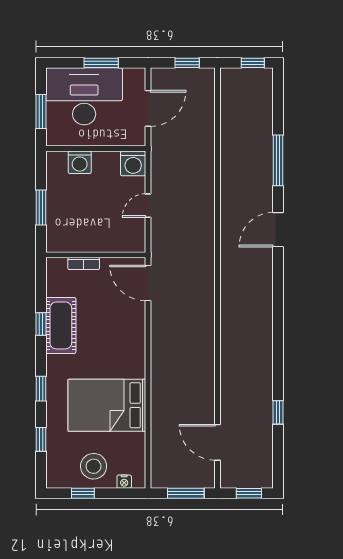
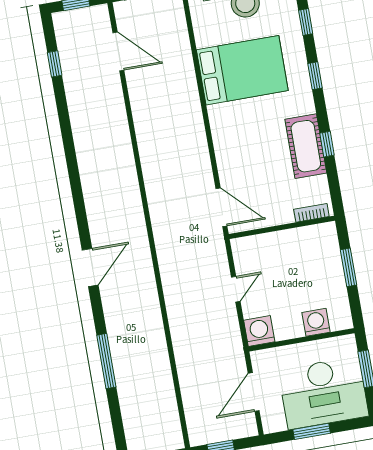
door: (278, 230) -> (90, 267), moved
bookcase: (84, 263) -> (311, 213), moved
window: (278, 412) -> (55, 64), moved

